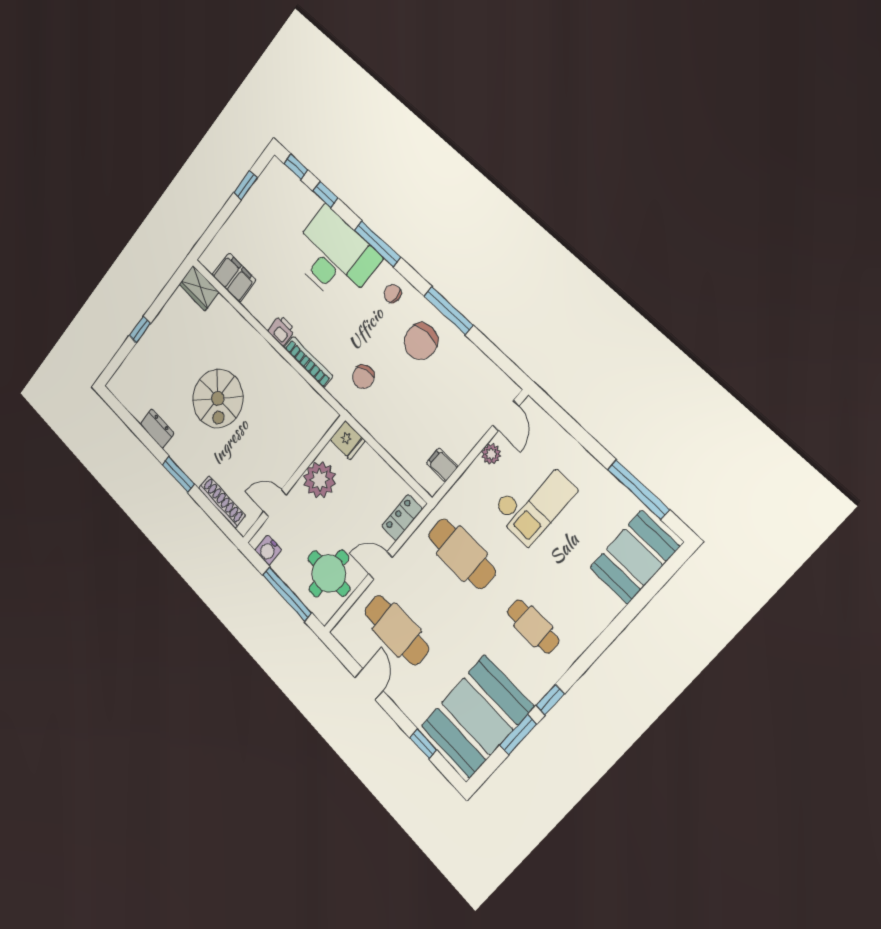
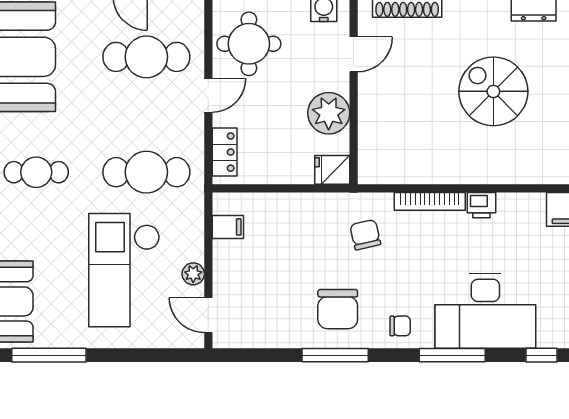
chair: (421, 342) -> (338, 309), turned 180
checkout: (534, 501) -> (124, 270), width x1.36, depth x1.21

